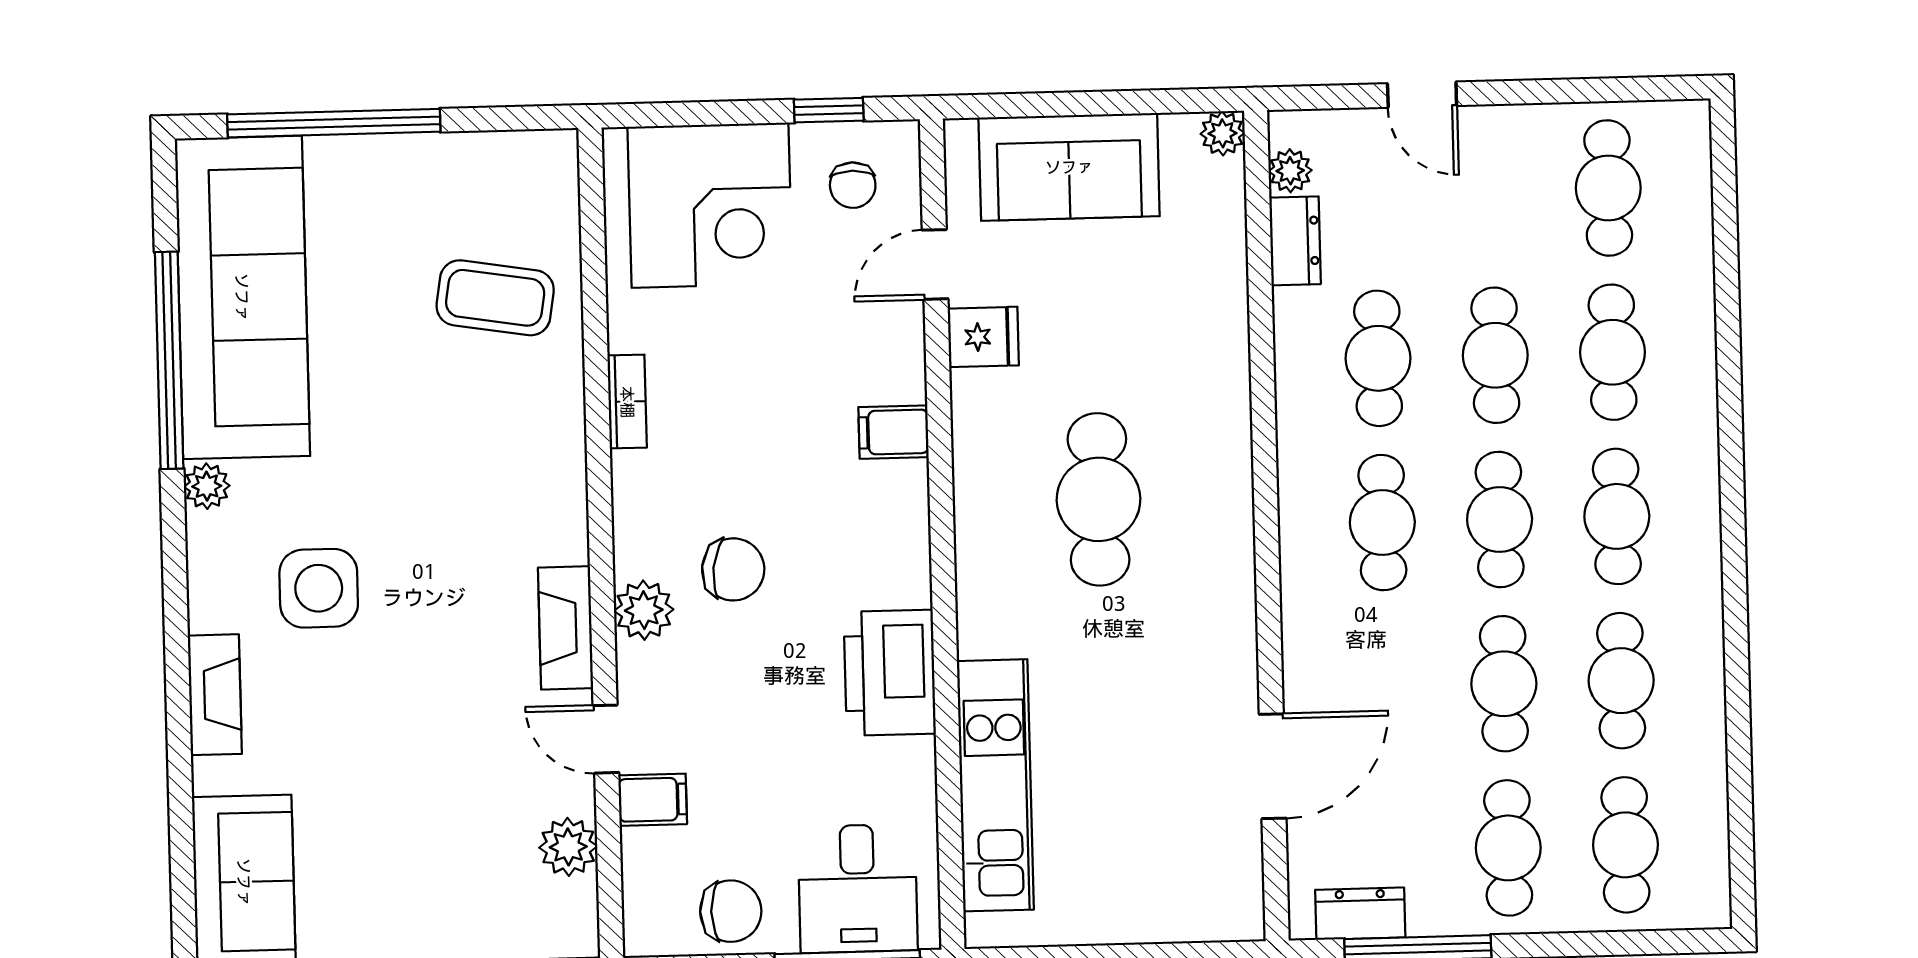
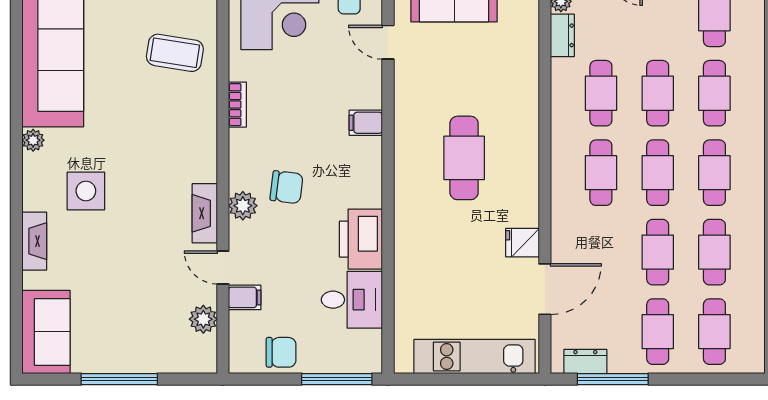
door: (935, 264) -> (388, 42), hinge flipped
fridge: (983, 337) -> (522, 243), moved, turned 180
window: (169, 360) -> (16, 79), removed
kitchen unit: (995, 785) -> (475, 357), moved, turned -90
desk: (858, 889) -> (352, 300), moved, turned -90

